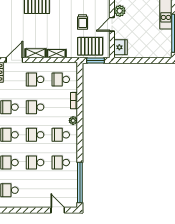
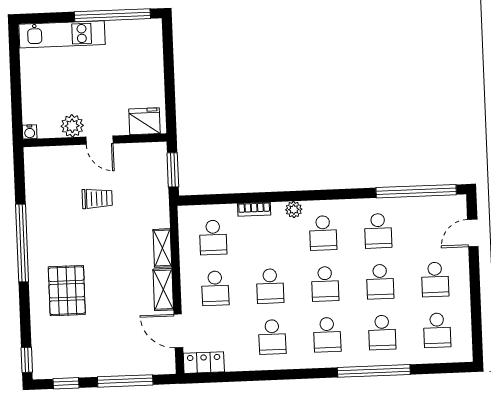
pallet: (90, 46) -> (145, 182), removed
school desk: (35, 190) -> (435, 279), added

